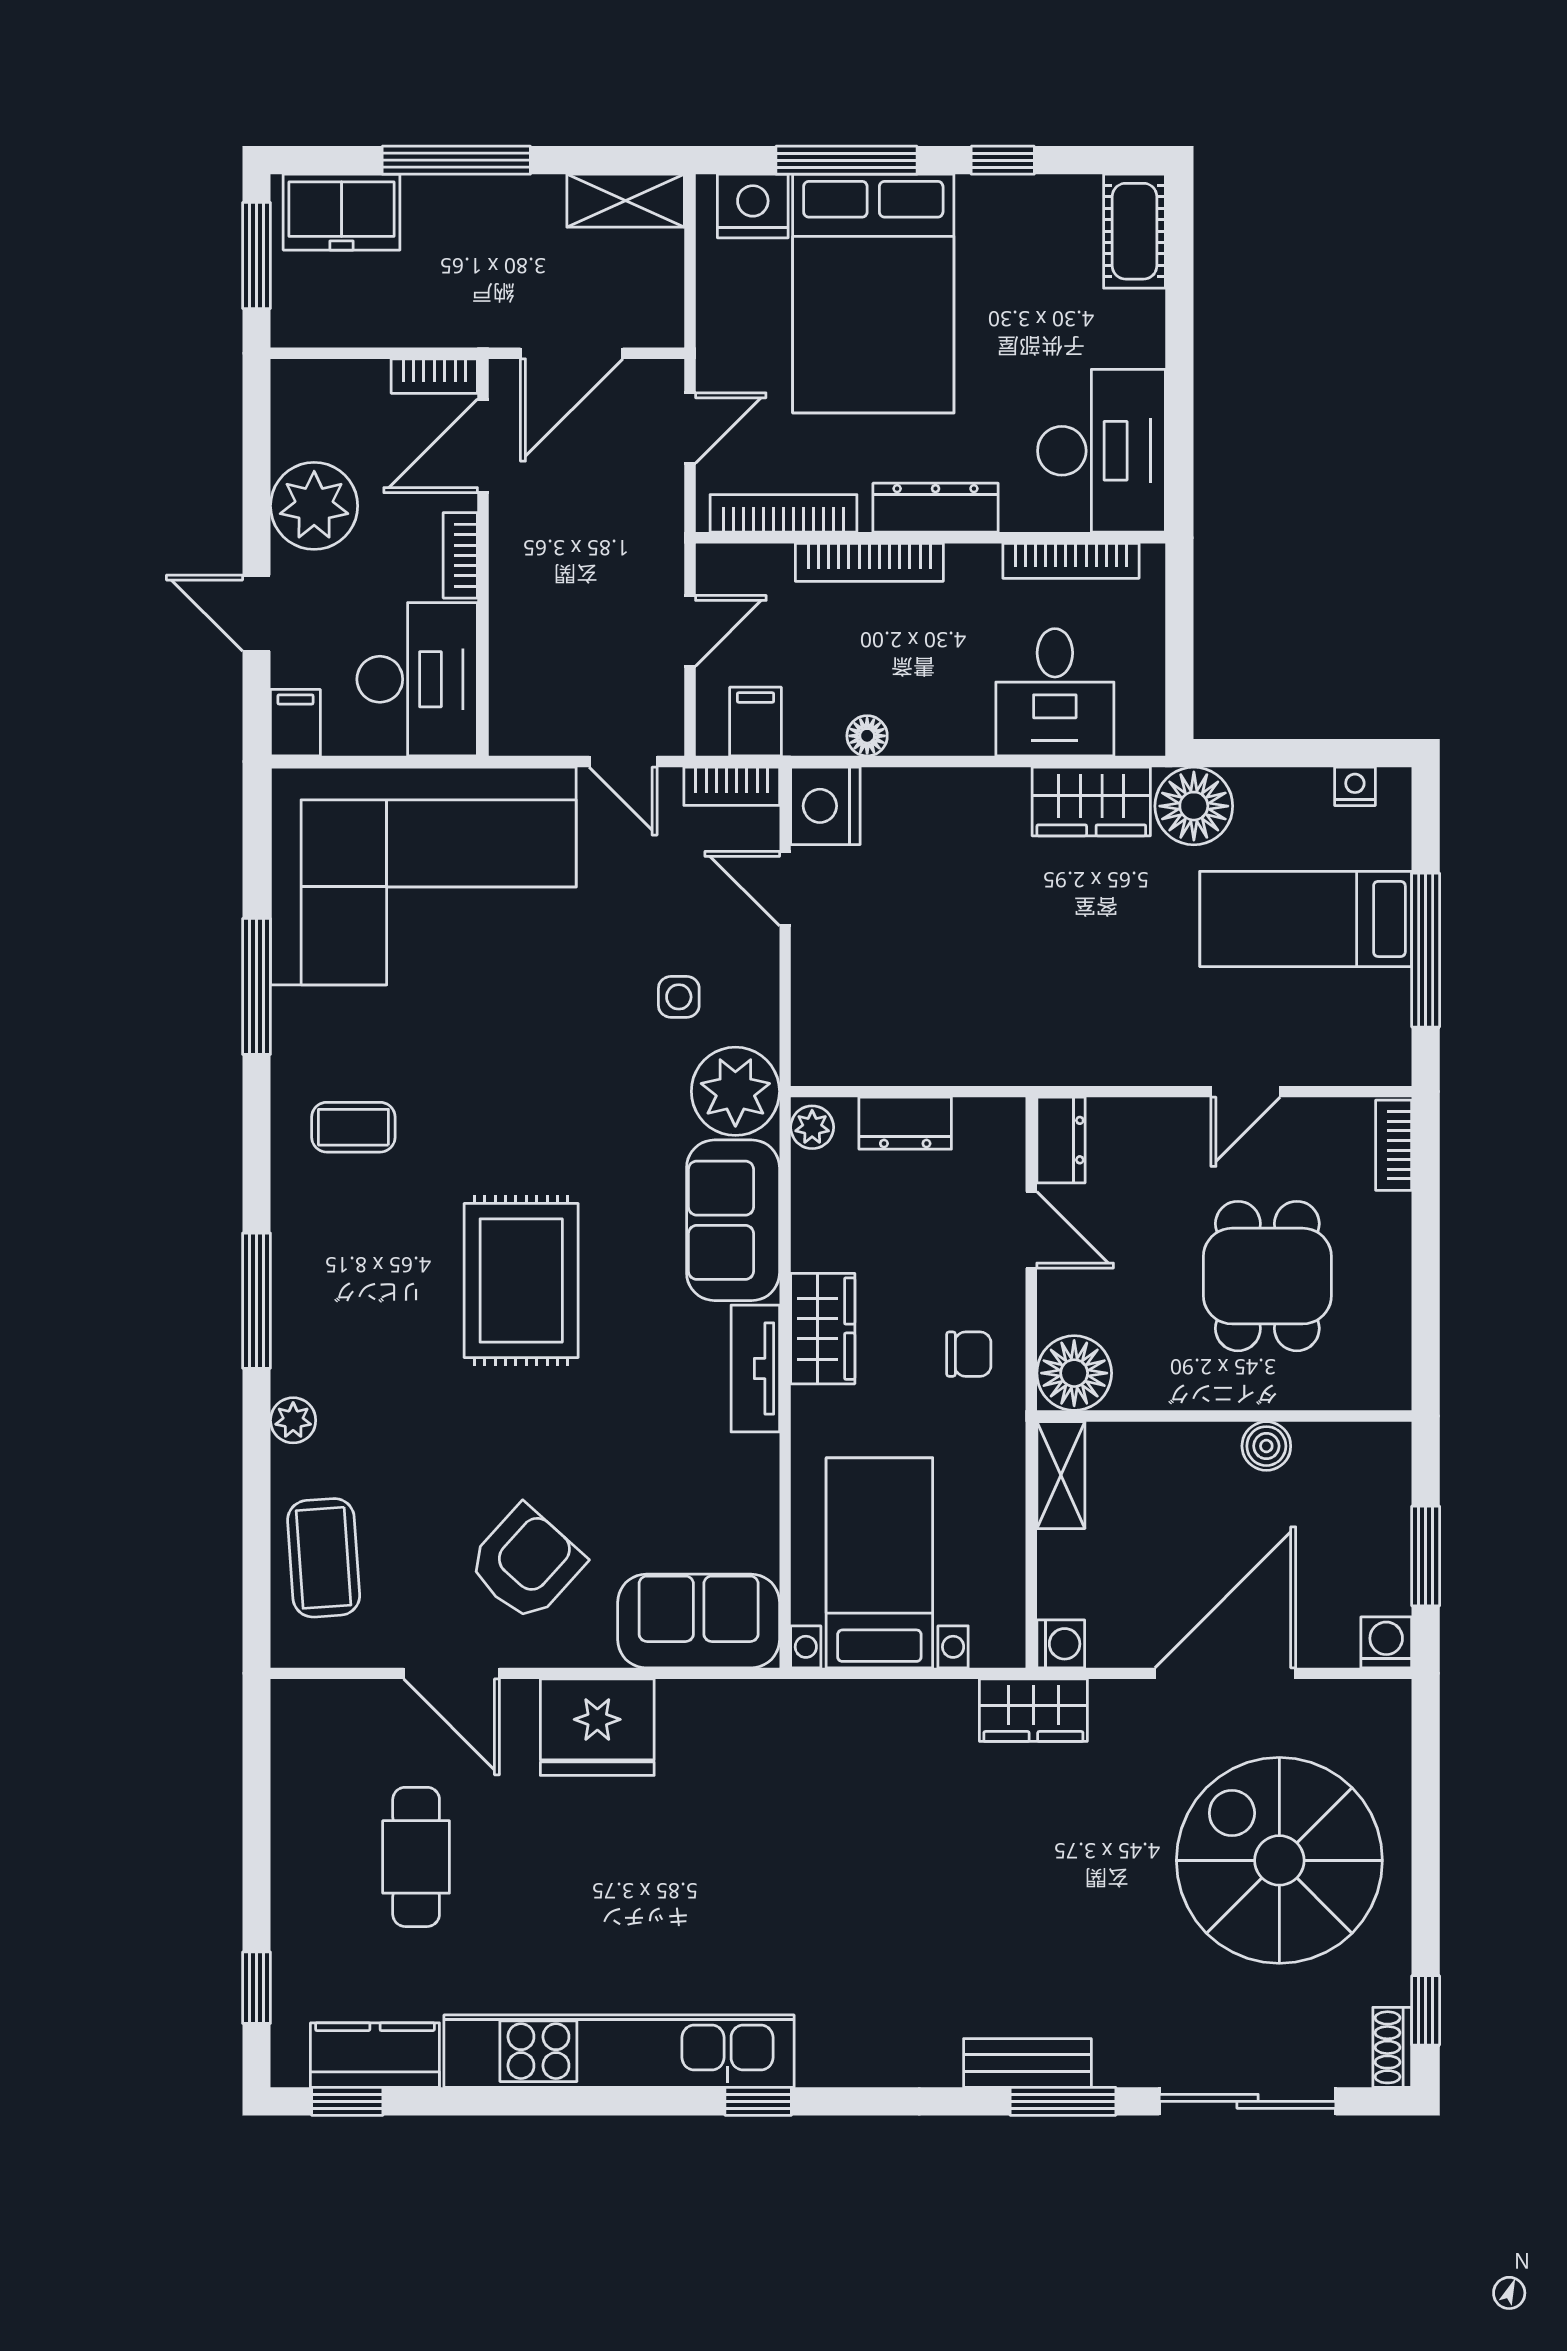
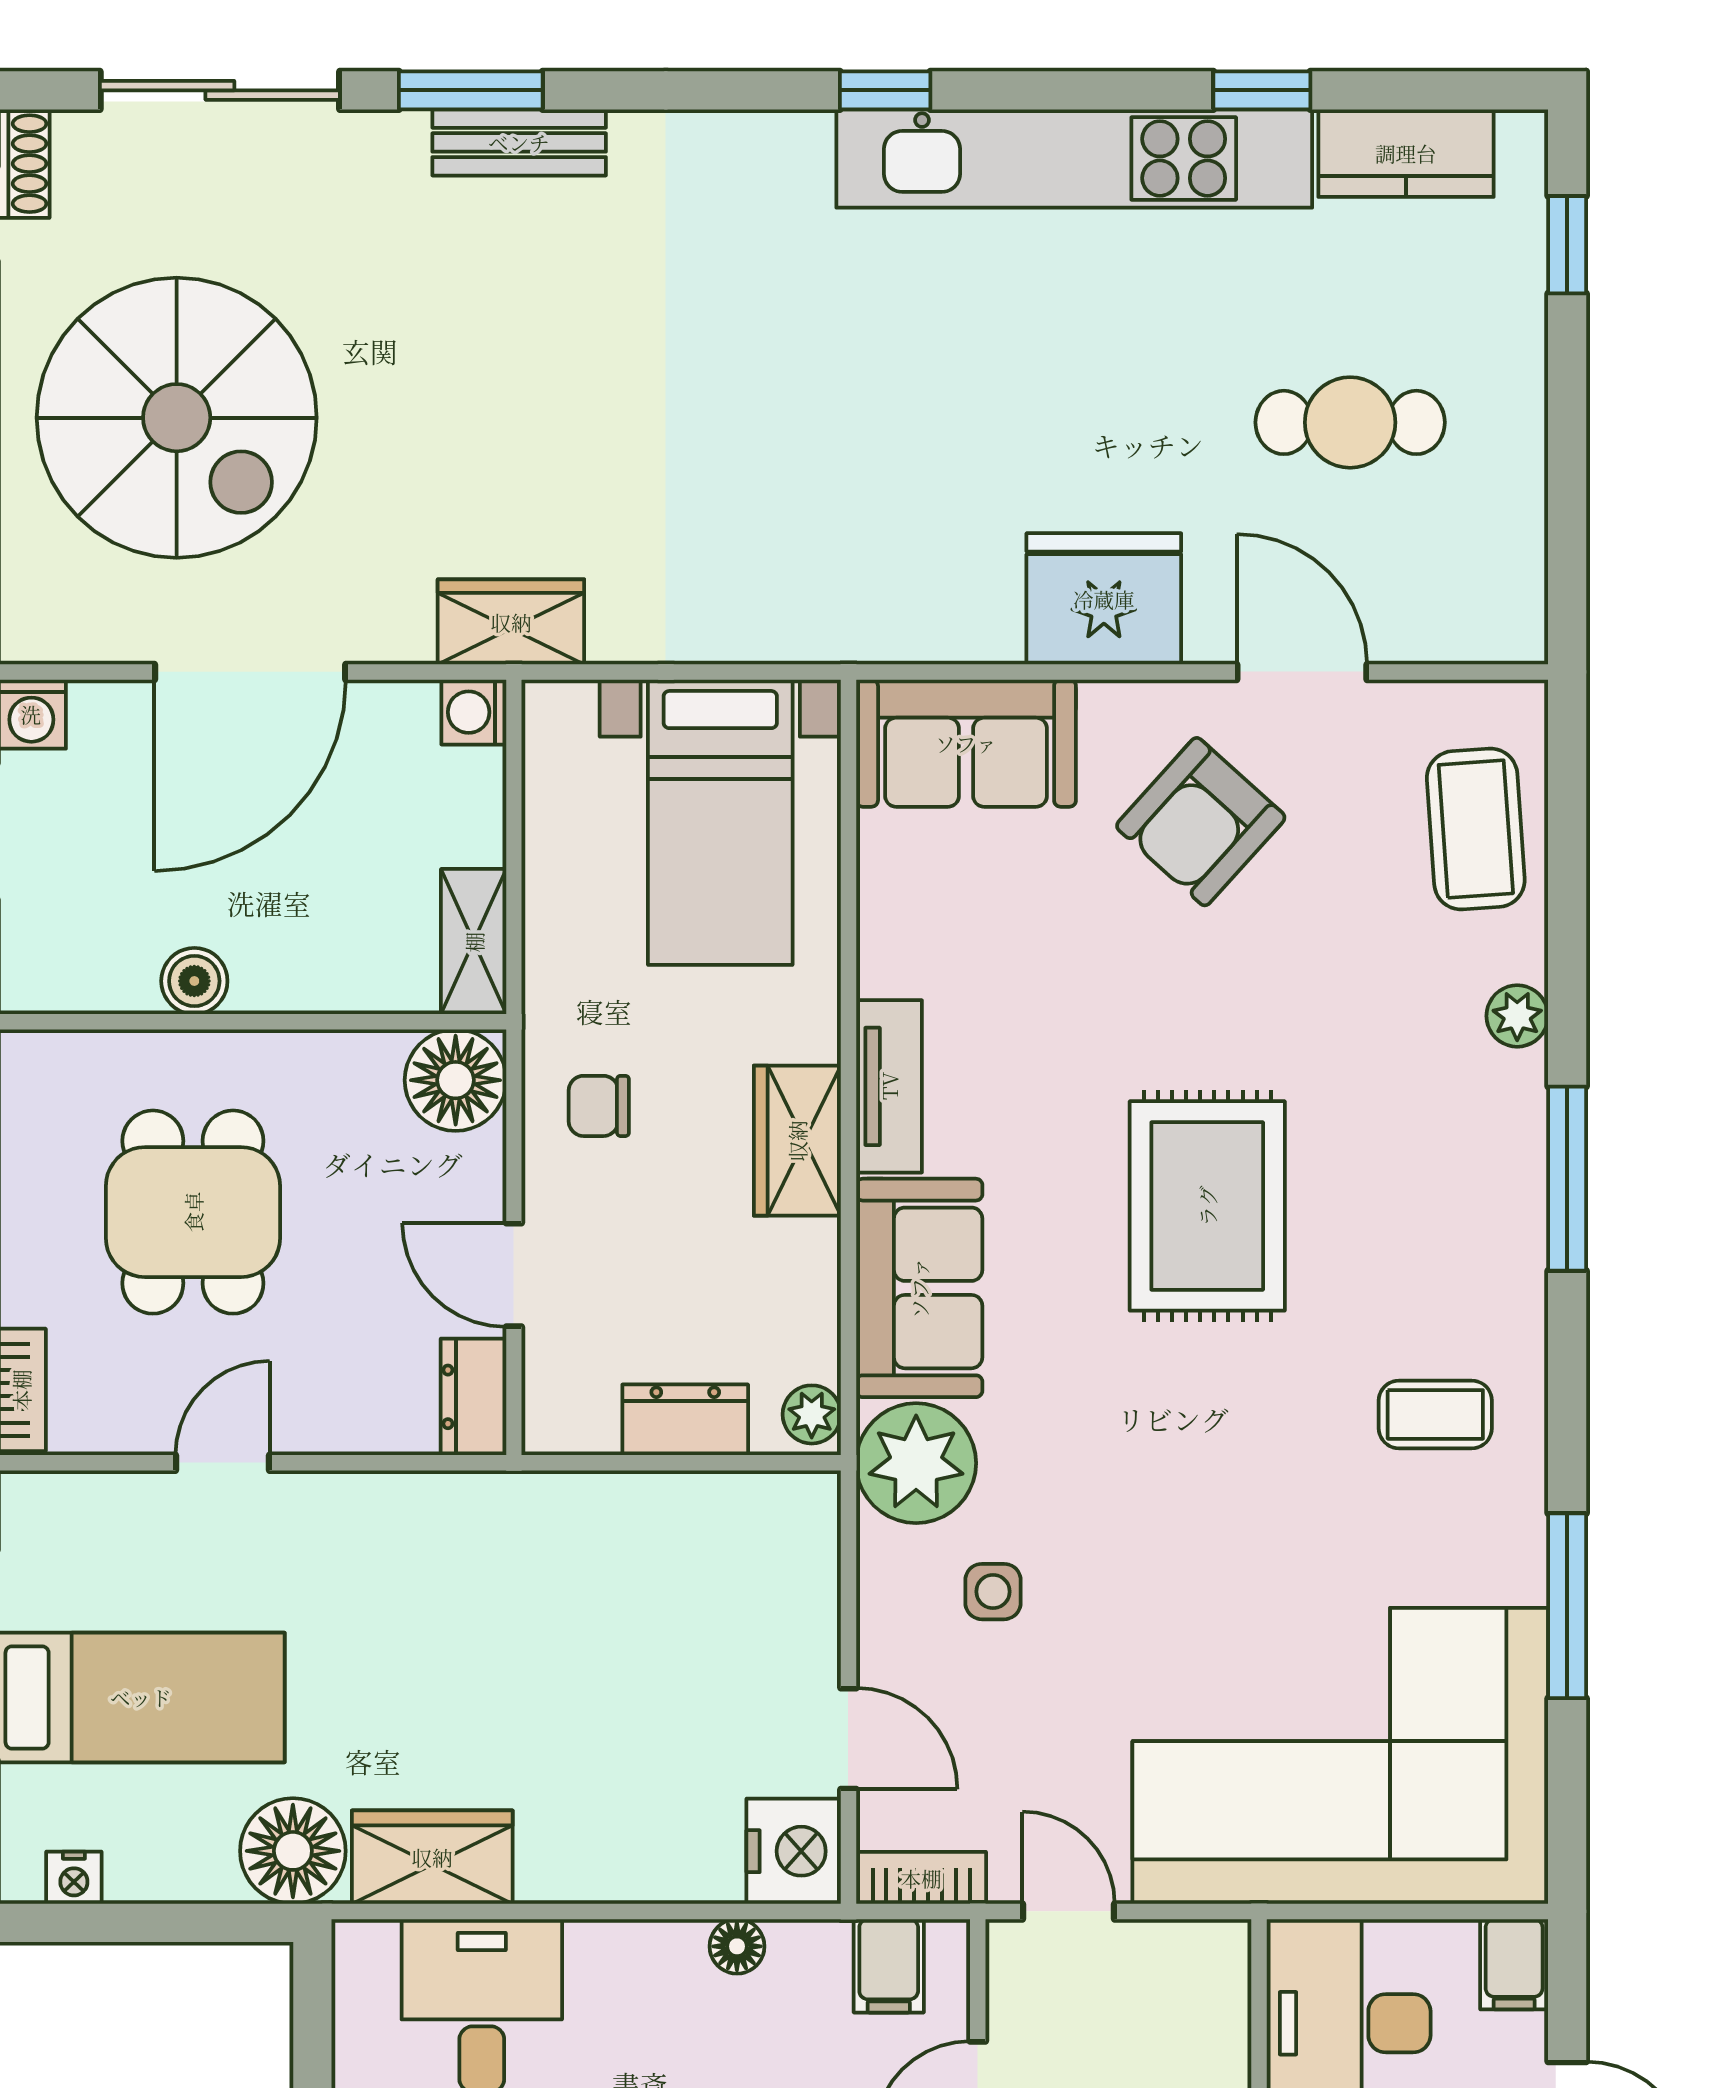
cafe table: (416, 1857) -> (1350, 422), turned 90
window: (347, 2101) -> (1262, 90), moved

